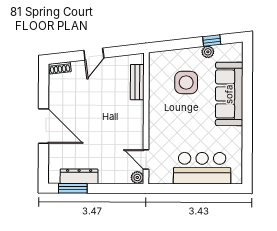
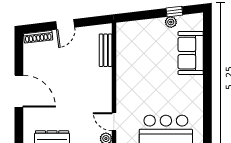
shoe rack: (60, 68) -> (38, 37), width x1.43
side table: (186, 82) -> (151, 50), removed
sofa: (229, 94) -> (191, 53), width x0.73

